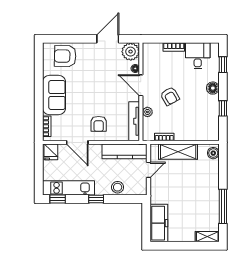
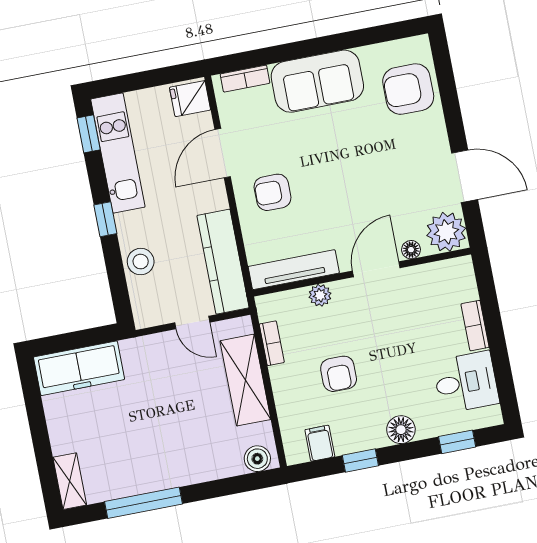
armchair: (65, 56) -> (408, 89), turned -91
armchair: (170, 96) -> (339, 374), moved, turned -61
filing cabinet: (212, 125) -> (320, 443), added

